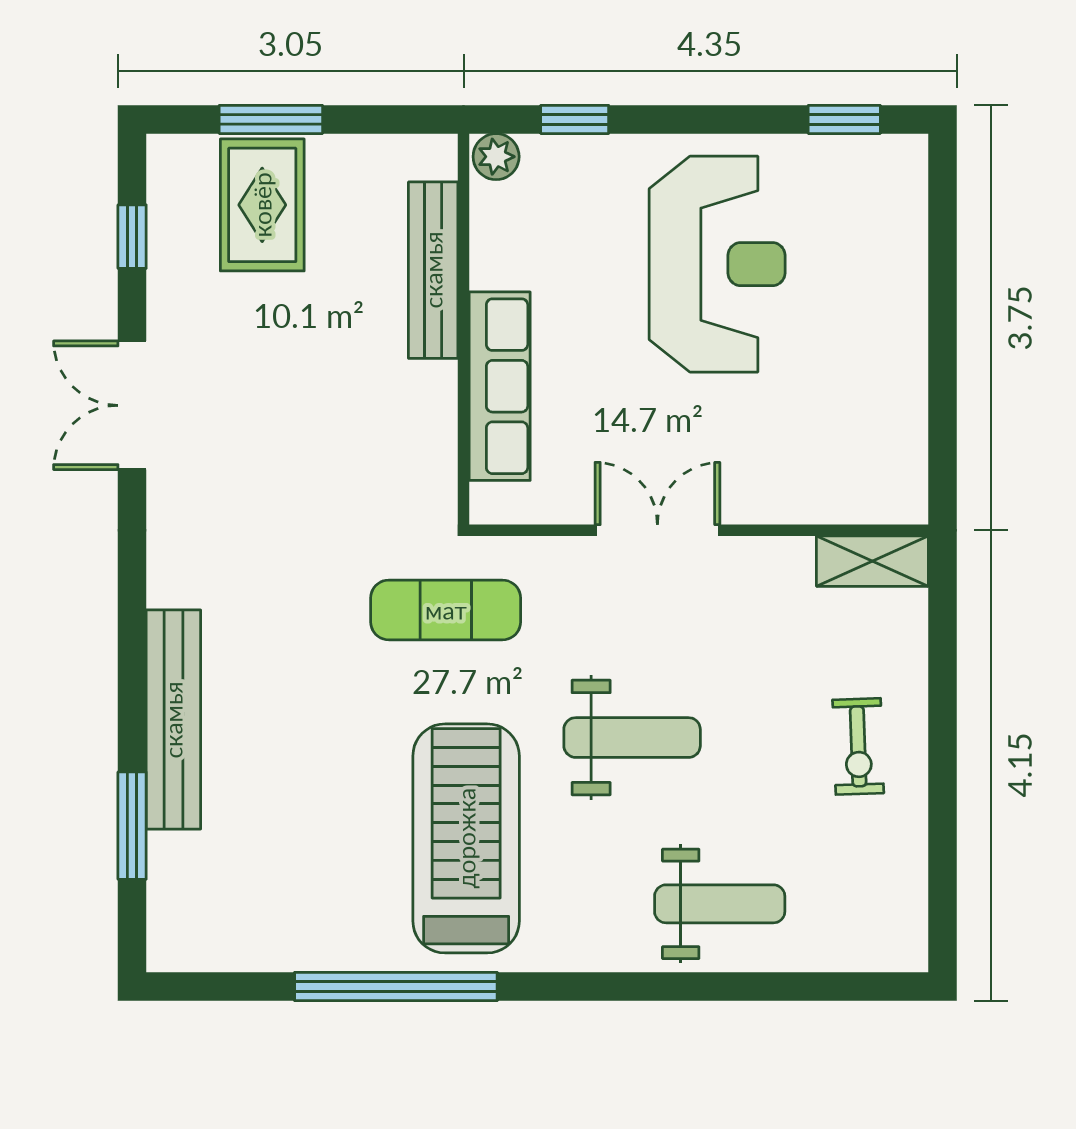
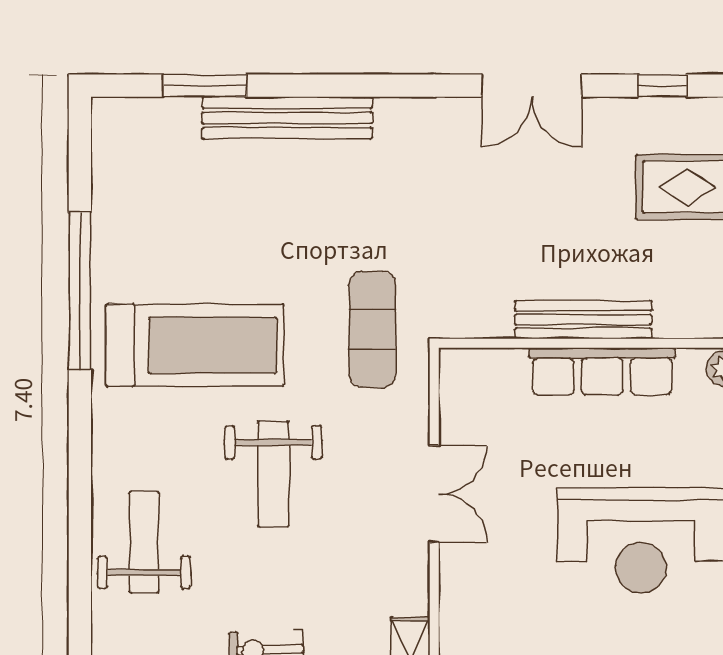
bench: (433, 270) -> (583, 320), moved
row of seats: (500, 386) -> (602, 371), moved
double door: (132, 405) -> (531, 86), swing flipped
weight bench: (720, 904) -> (144, 542), turned 180

